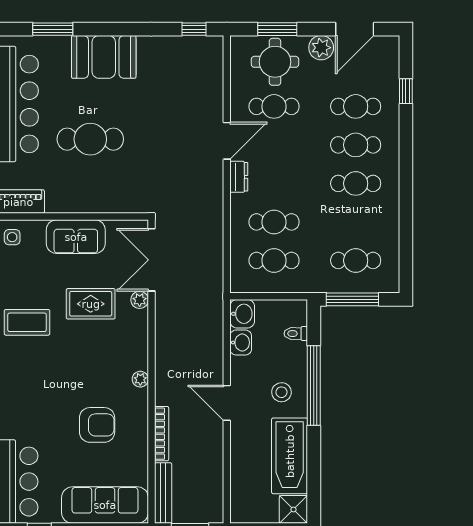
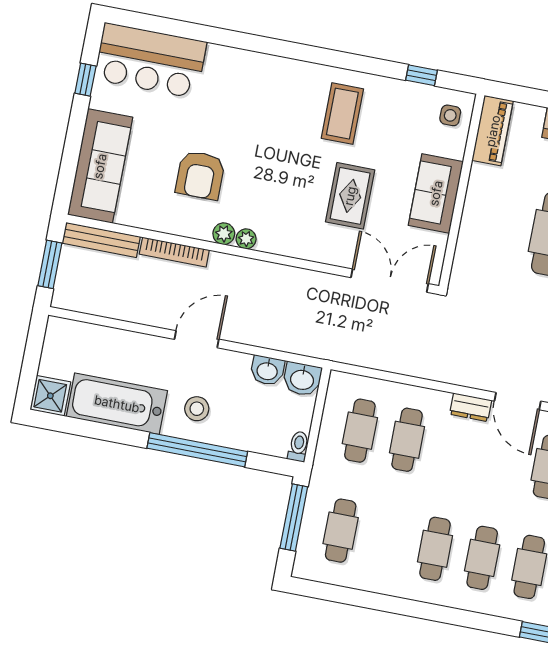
plant: (140, 300) -> (224, 234), moved
toilet: (296, 334) -> (298, 446), moved

